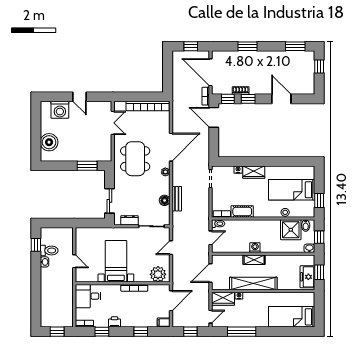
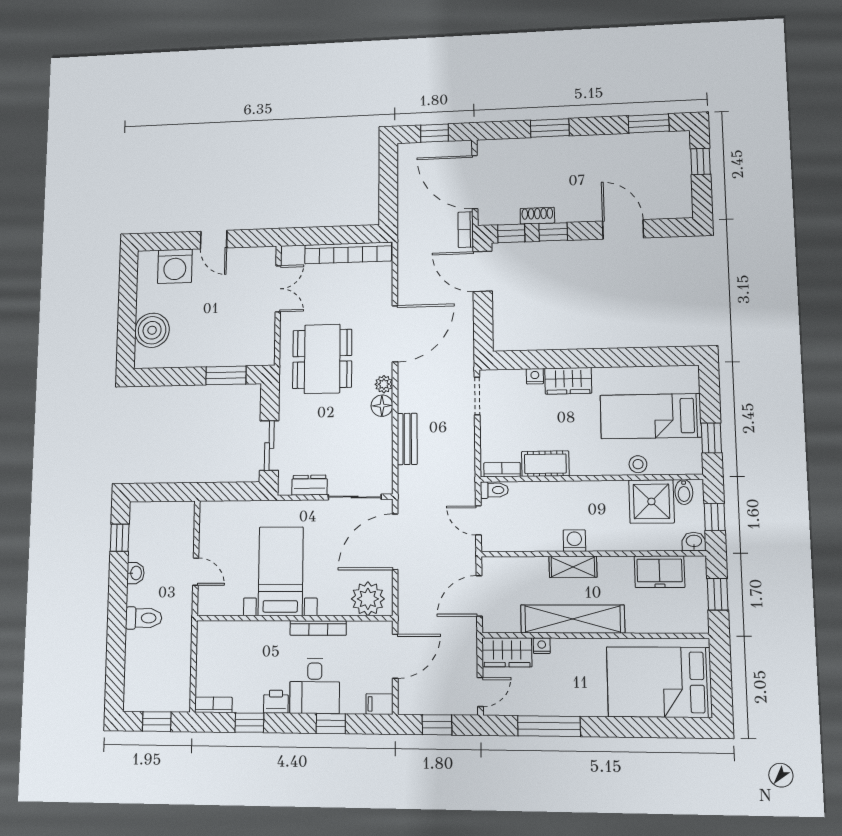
floor lamp: (165, 200) -> (382, 406), moved
door: (210, 238) -> (478, 520), swing flipped
door: (171, 248) -> (395, 542), width x1.87
toilet: (49, 250) -> (144, 618), moved
freezer: (307, 277) -> (660, 572), moved, turned -90
desk: (88, 296) -> (315, 686), moved, turned -90
bed: (292, 317) -> (659, 682), width x1.50

